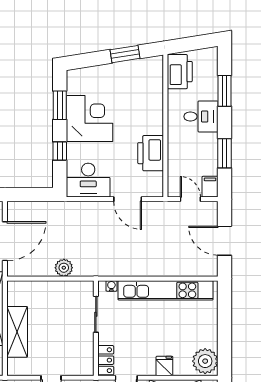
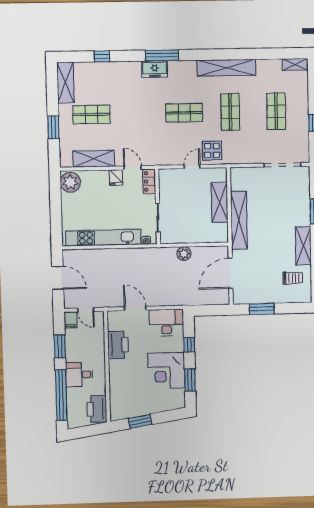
window: (224, 91) -> (61, 395), width x2.11
fridge: (164, 366) -> (116, 177), moved

